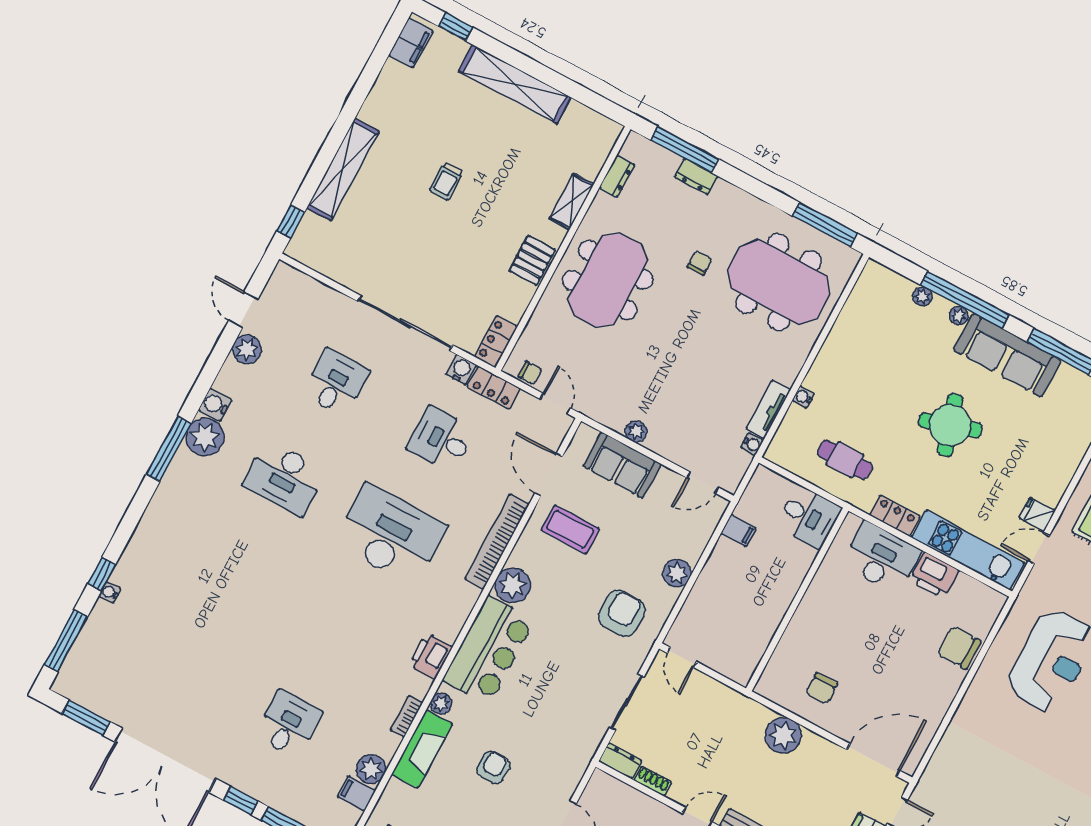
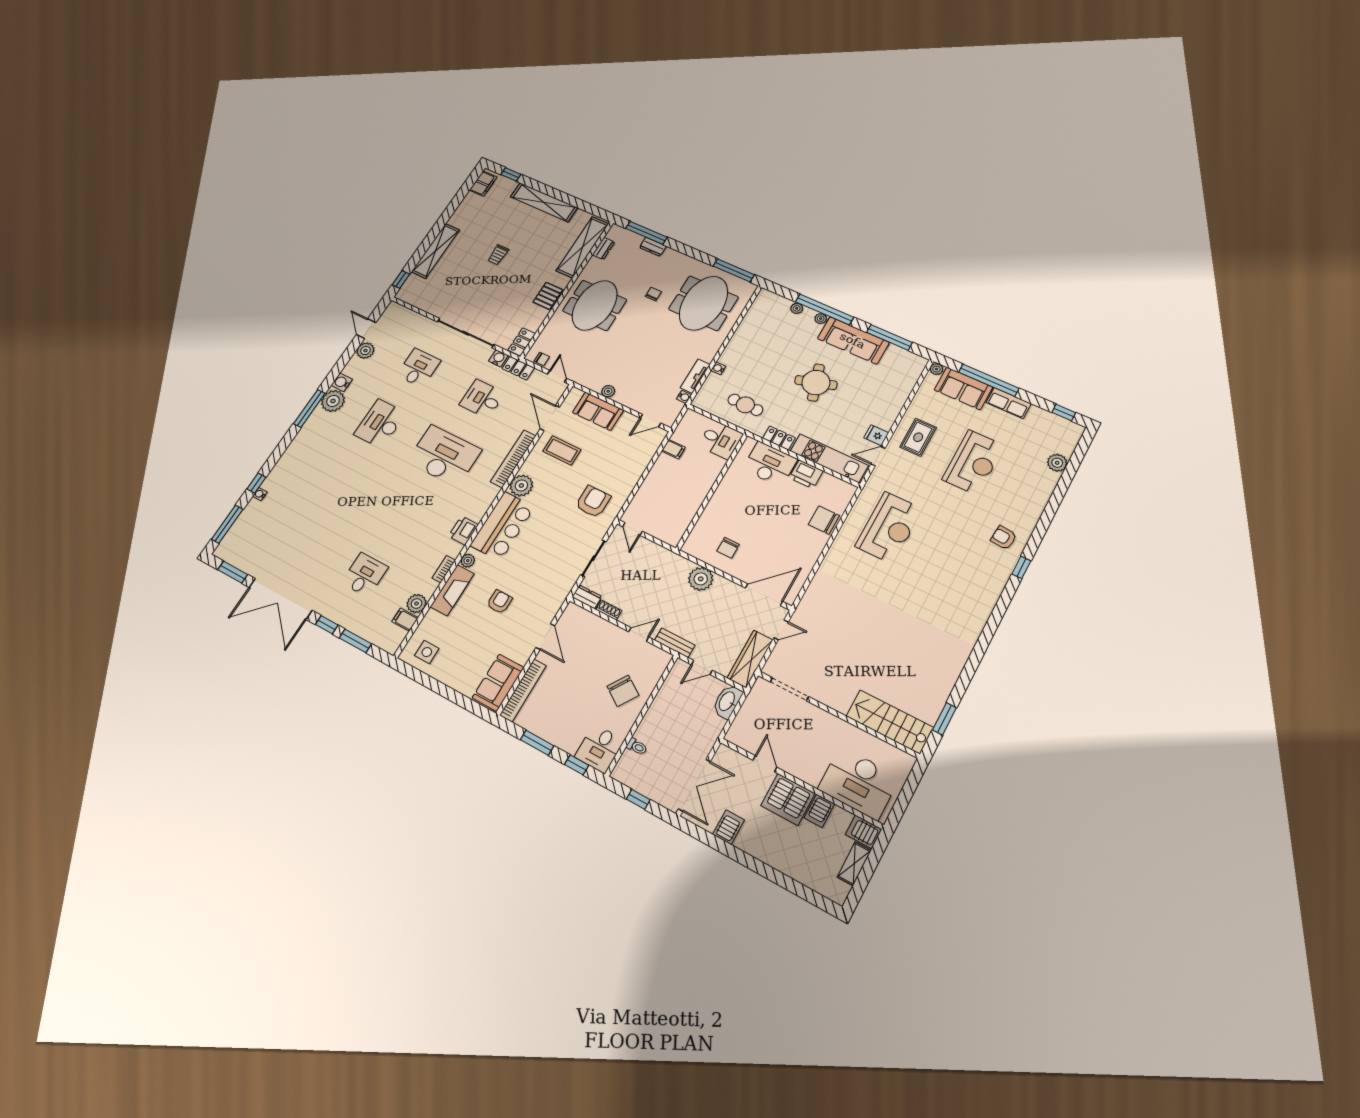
shelving: (572, 201) -> (582, 247), width x2.20, depth x1.33
meeting table: (779, 282) -> (704, 303), turned 90
desk: (285, 478) -> (380, 424), turned 90
plant: (677, 573) -> (631, 476), removed

